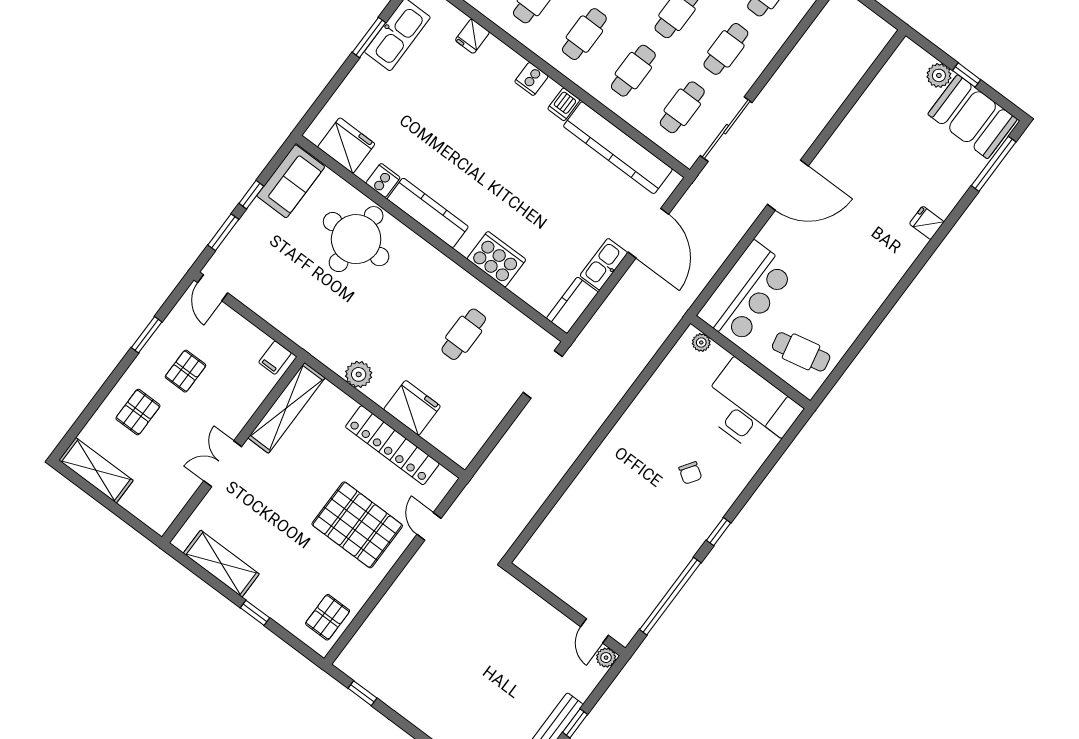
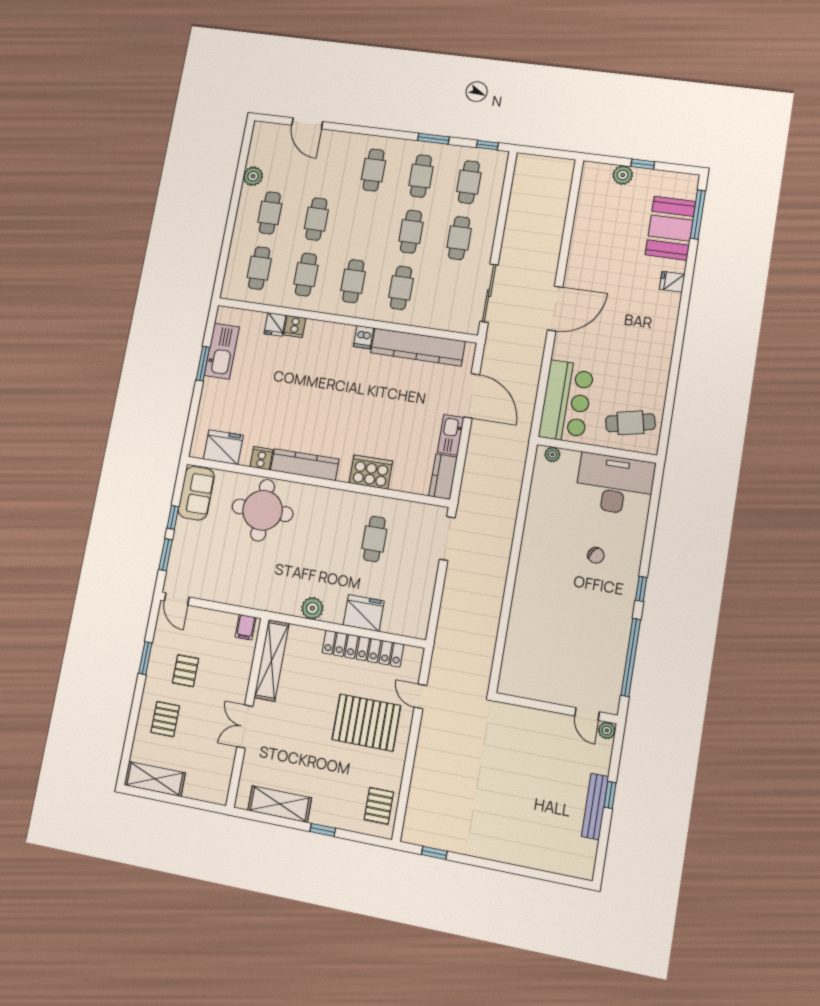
cooker: (531, 79) -> (295, 326), moved
cafe table: (682, 107) -> (449, 295), removed
booth: (973, 117) -> (671, 228), moved, turned 90

